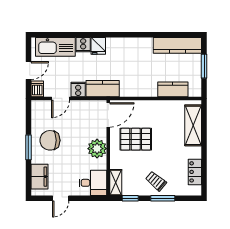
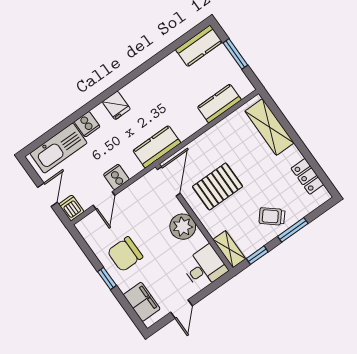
kitchen counter: (177, 45) -> (199, 46), width x0.67
fridge: (98, 46) -> (116, 105), moved
kitchen counter: (103, 89) -> (157, 147), moved
window: (28, 147) -> (107, 278), width x0.67

